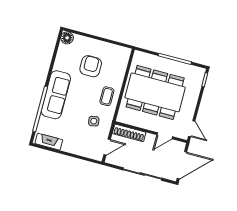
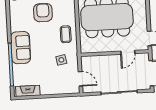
sofa: (56, 95) -> (21, 48), width x0.73
shoe rack: (129, 133) -> (96, 60), removed
door: (107, 147) -> (80, 79), hinge flipped

